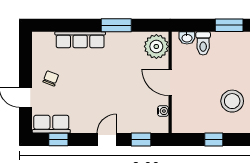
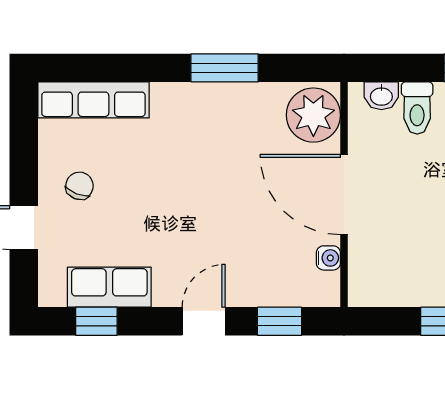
row of seats: (80, 40) -> (93, 100), moved
door: (170, 82) -> (344, 194), width x1.36
row of seats: (51, 124) -> (109, 287), moved

